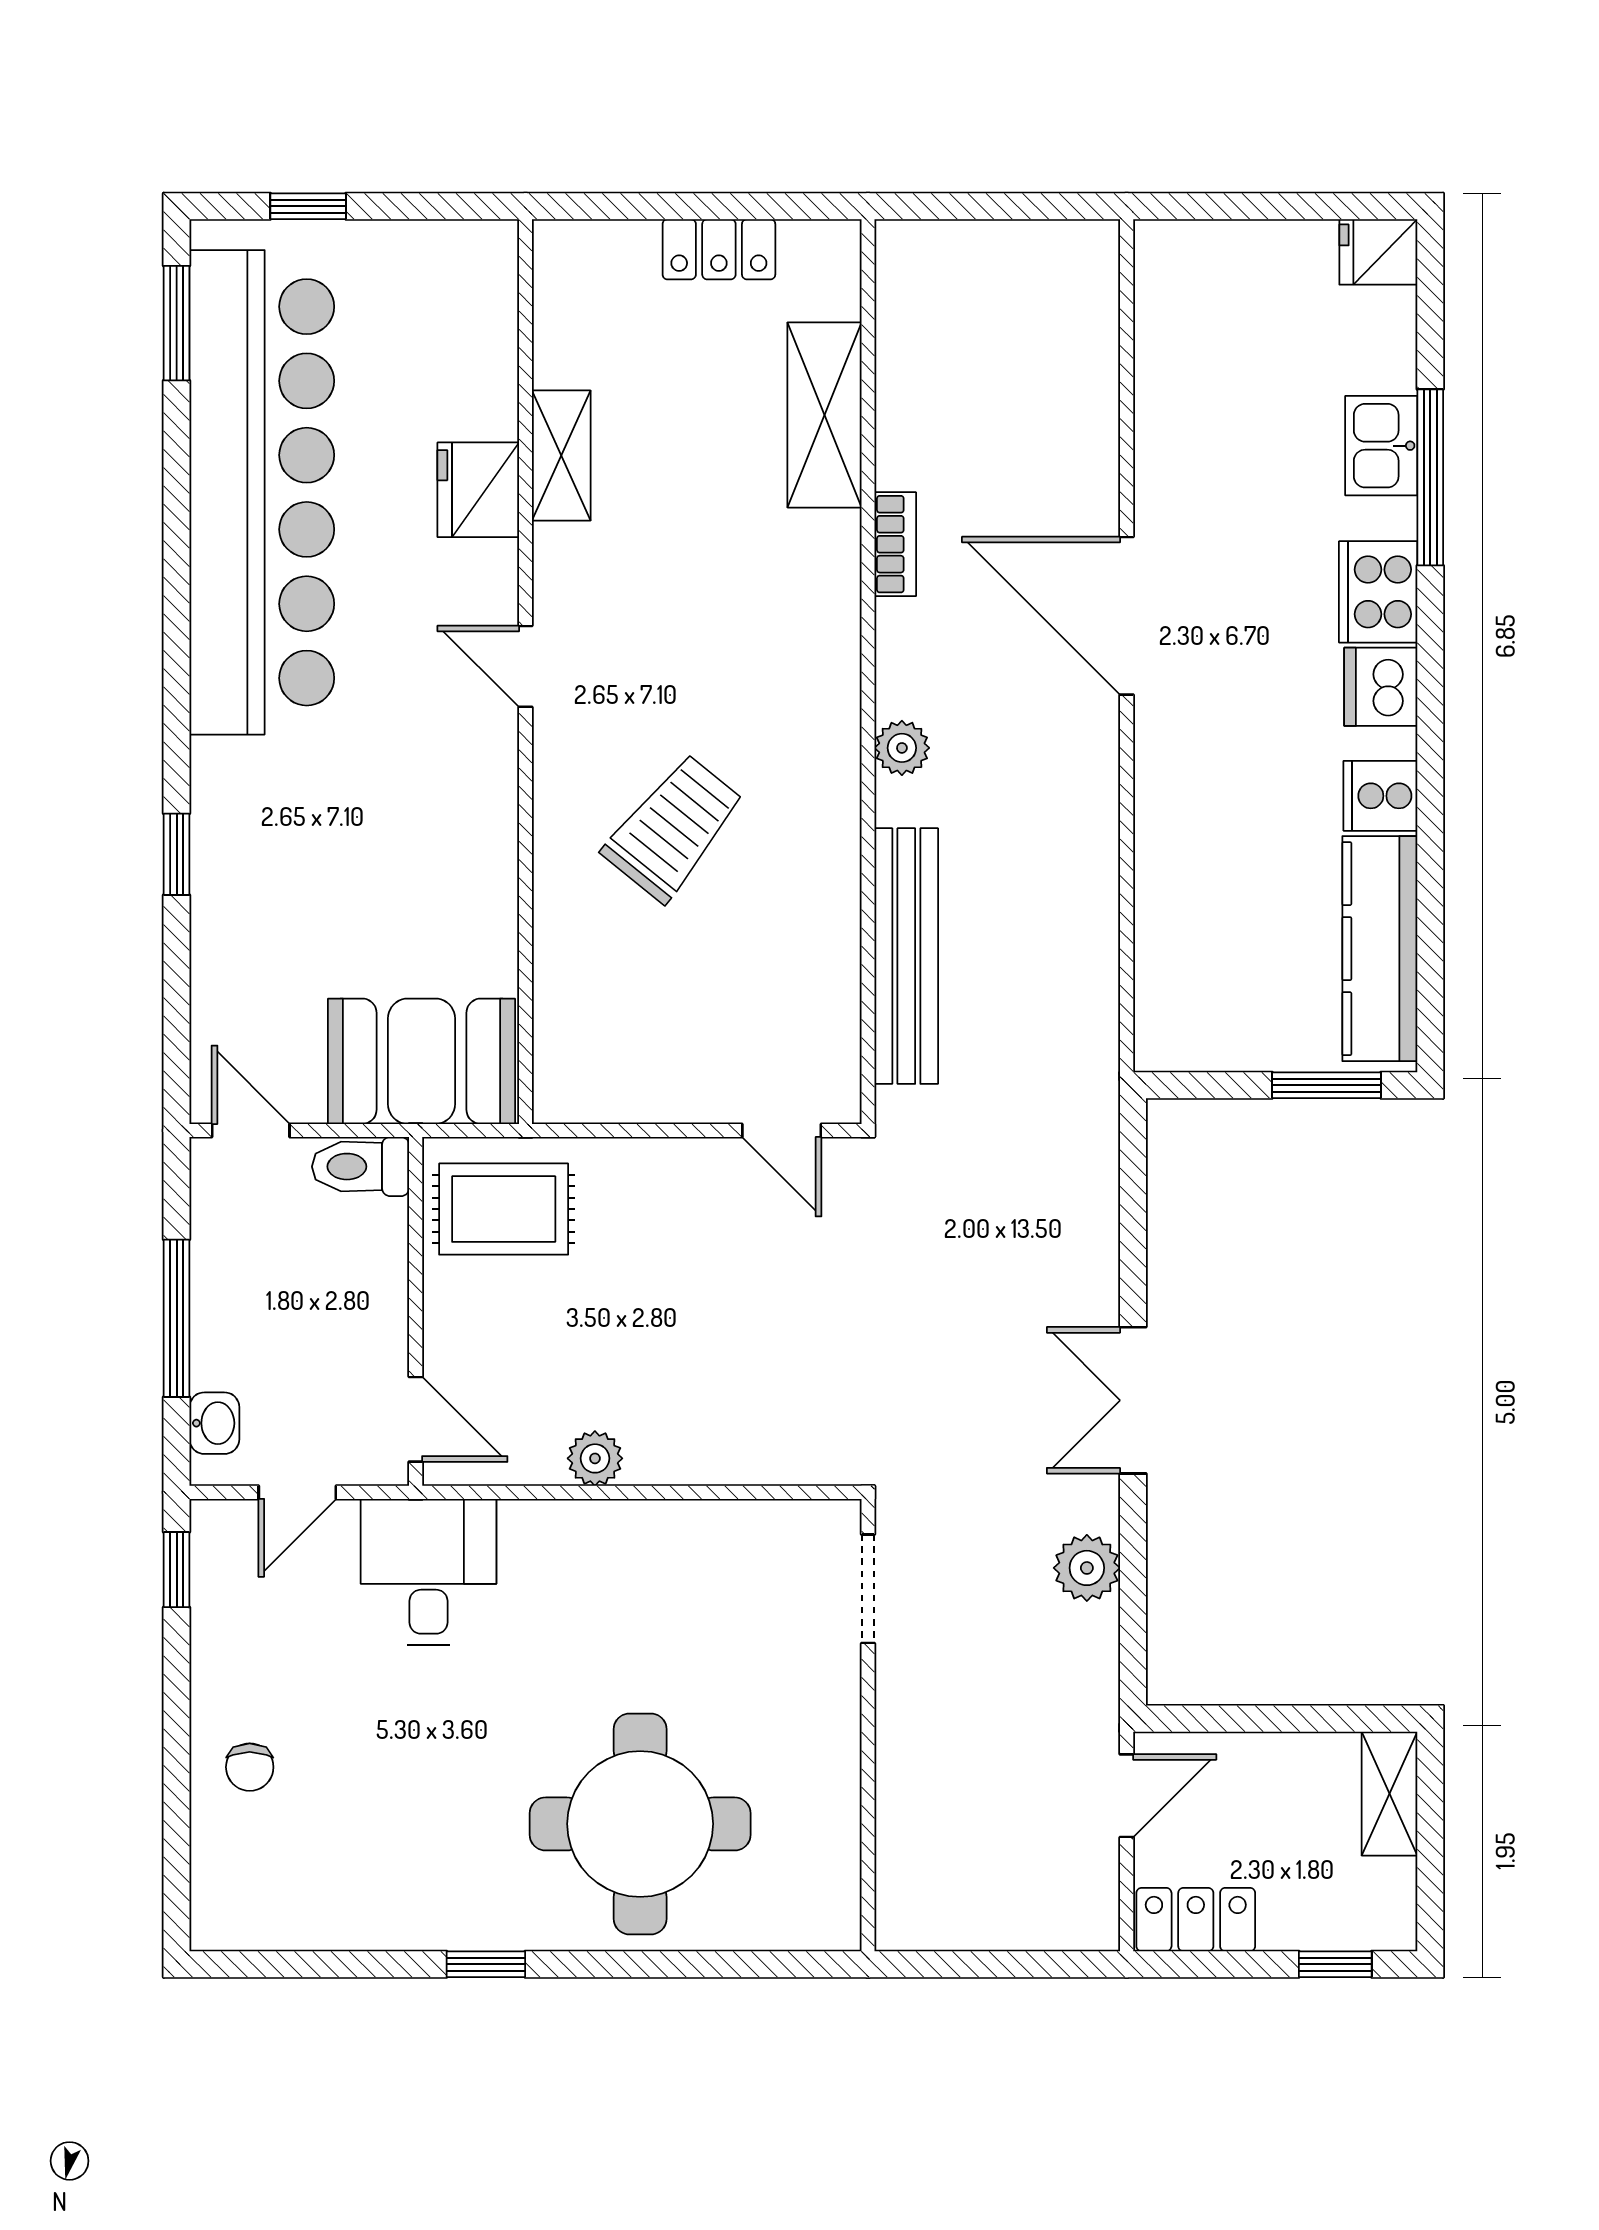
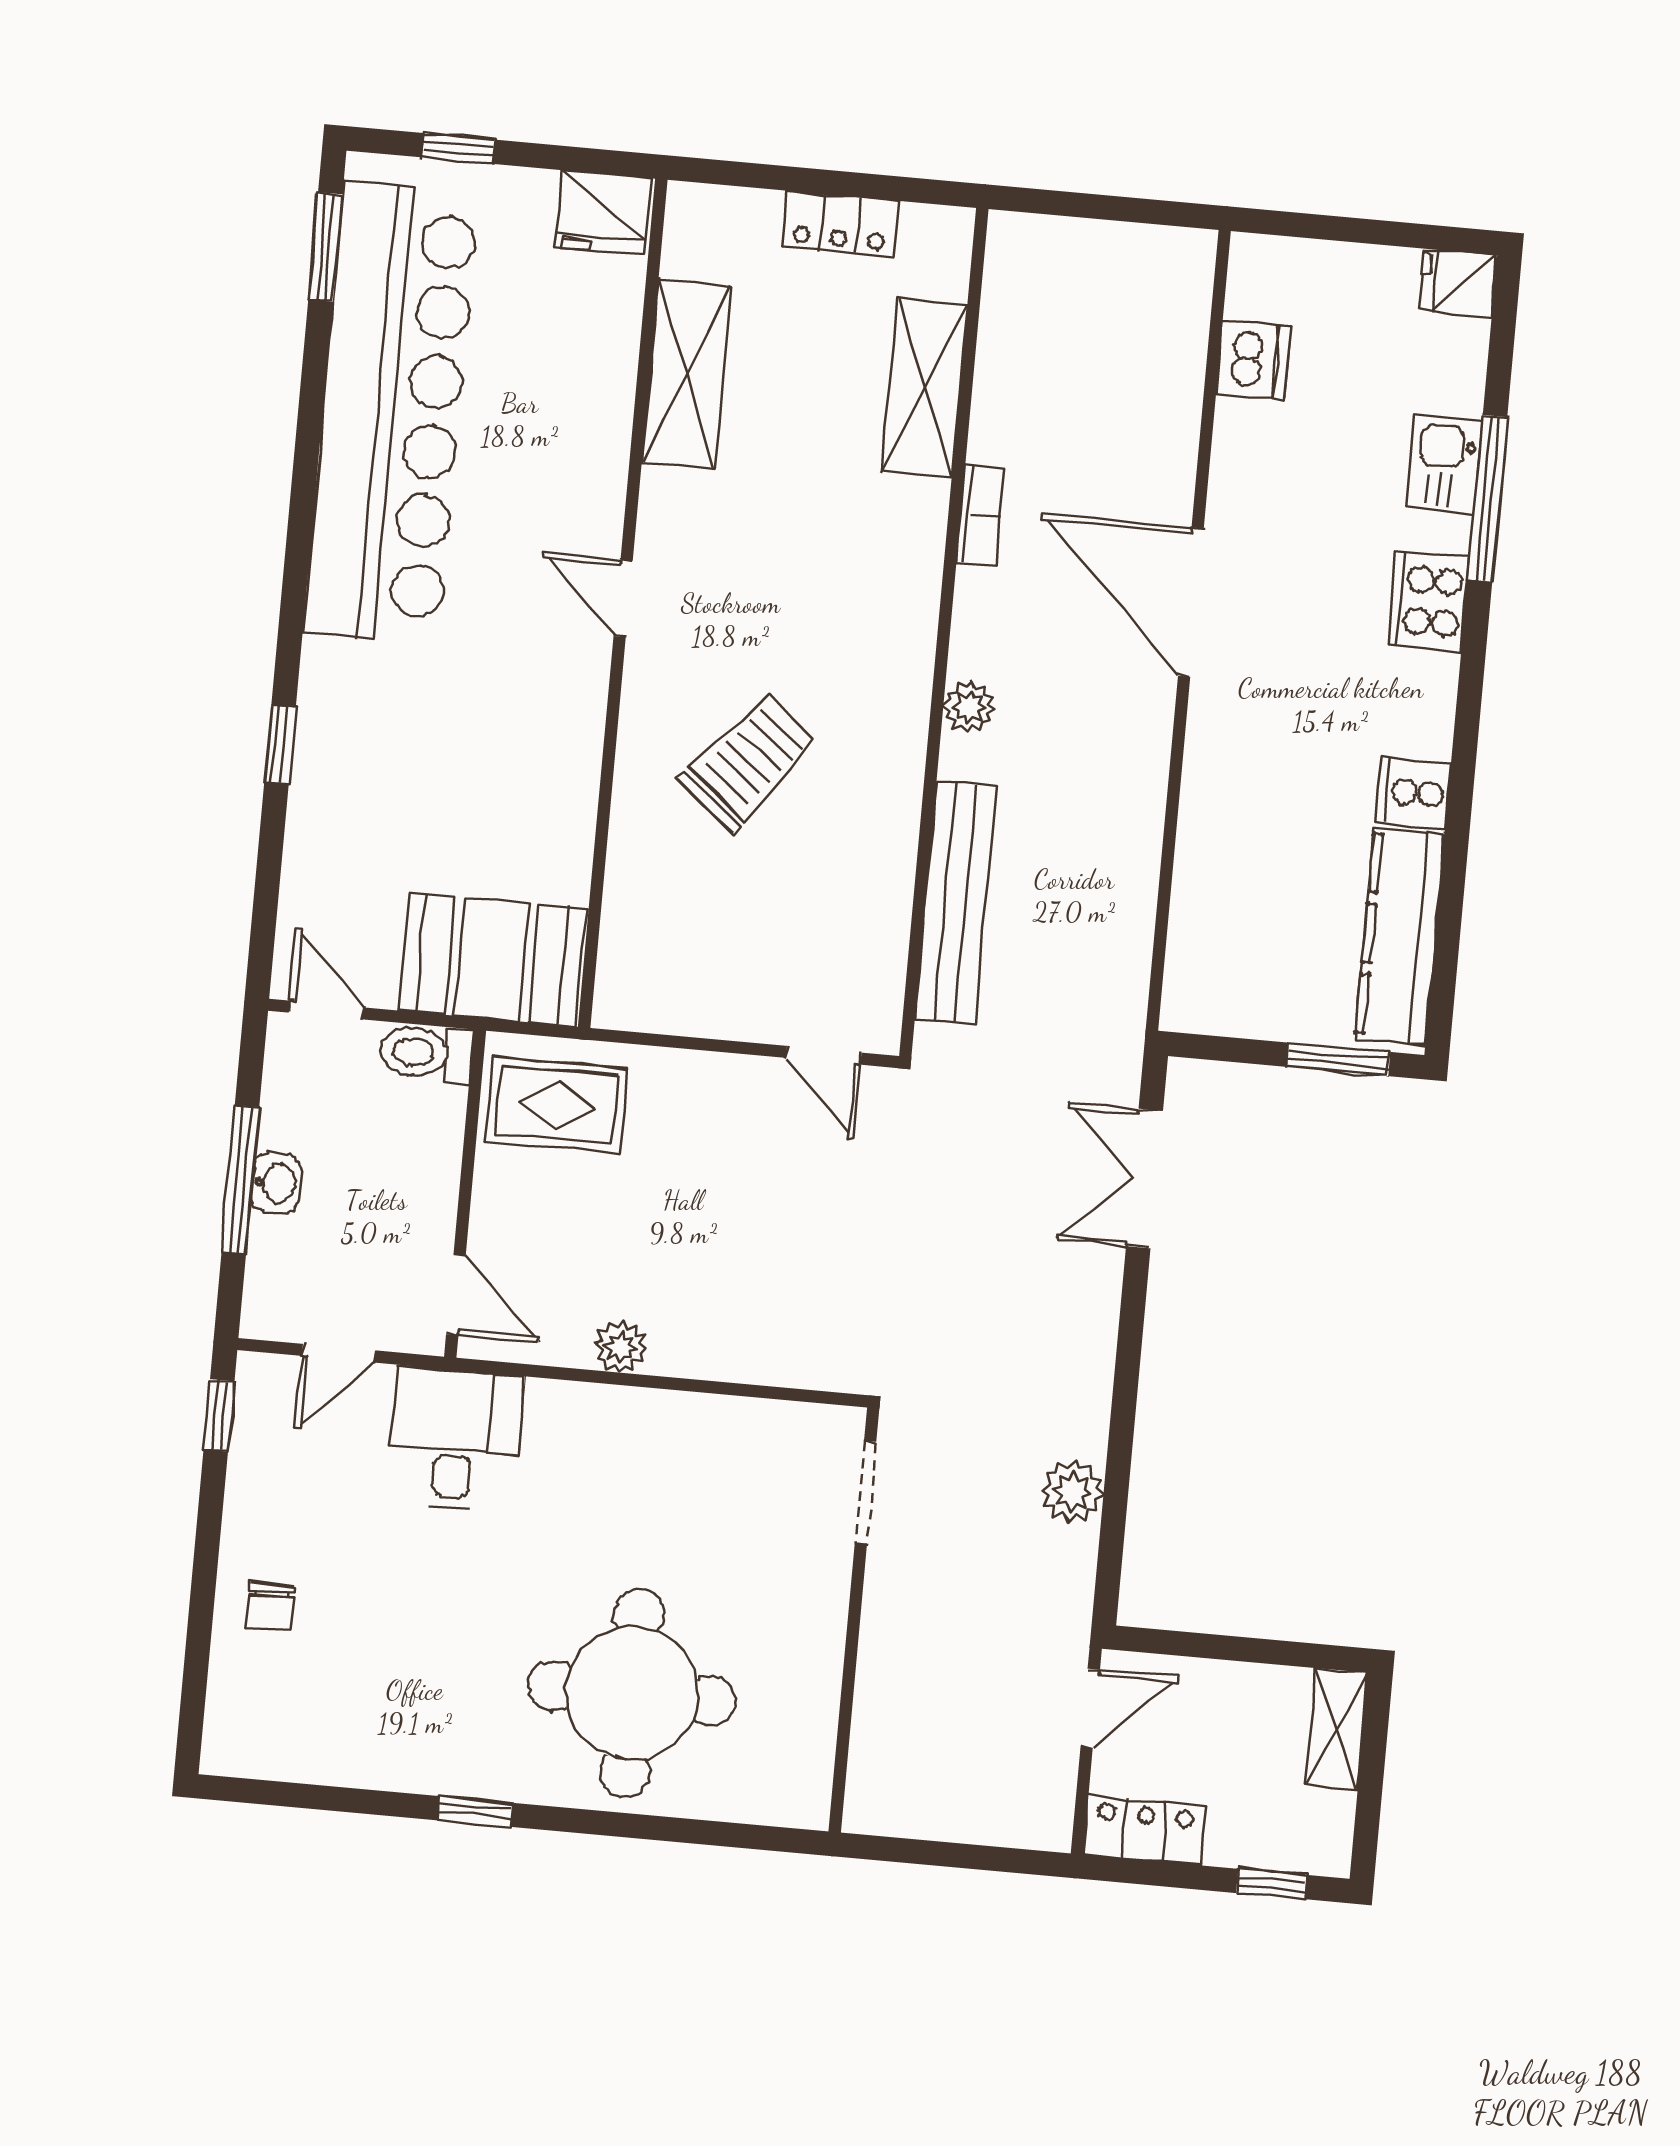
shelving: (561, 456) -> (687, 374), width x1.50, depth x1.33
fridge: (478, 490) -> (602, 212), moved, turned -90
dishwasher: (1381, 687) -> (1254, 360), moved, turned 180
double door: (1133, 1400) -> (1145, 1179), moved
washbasin: (214, 1423) -> (276, 1183), moved

